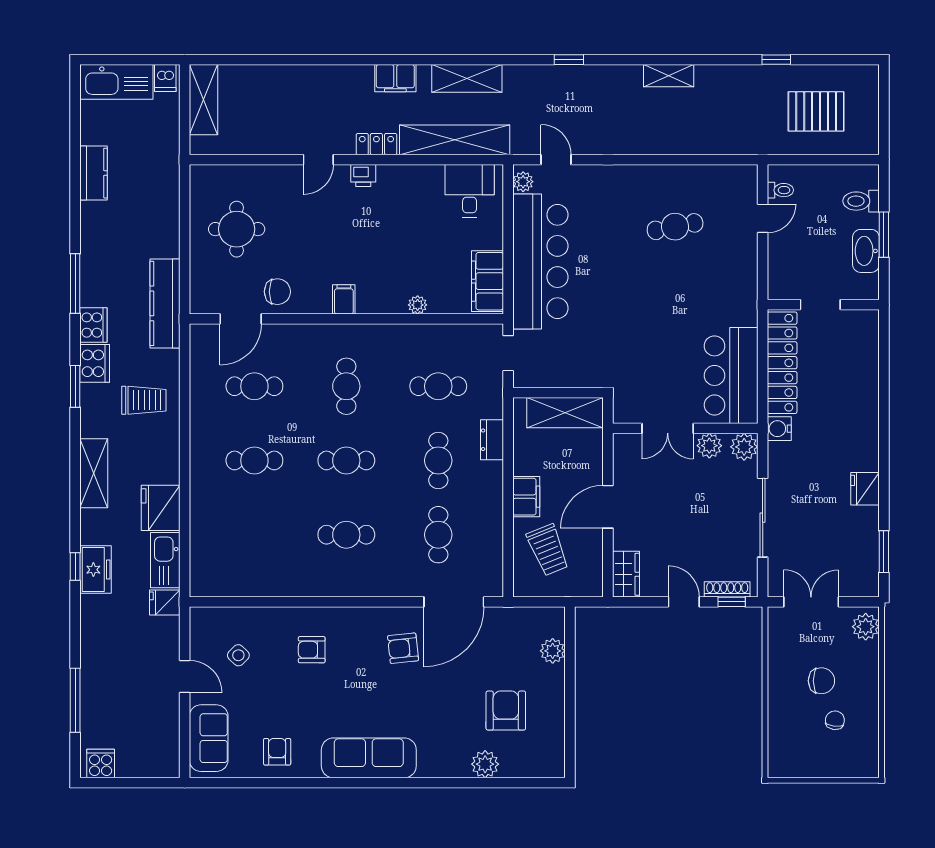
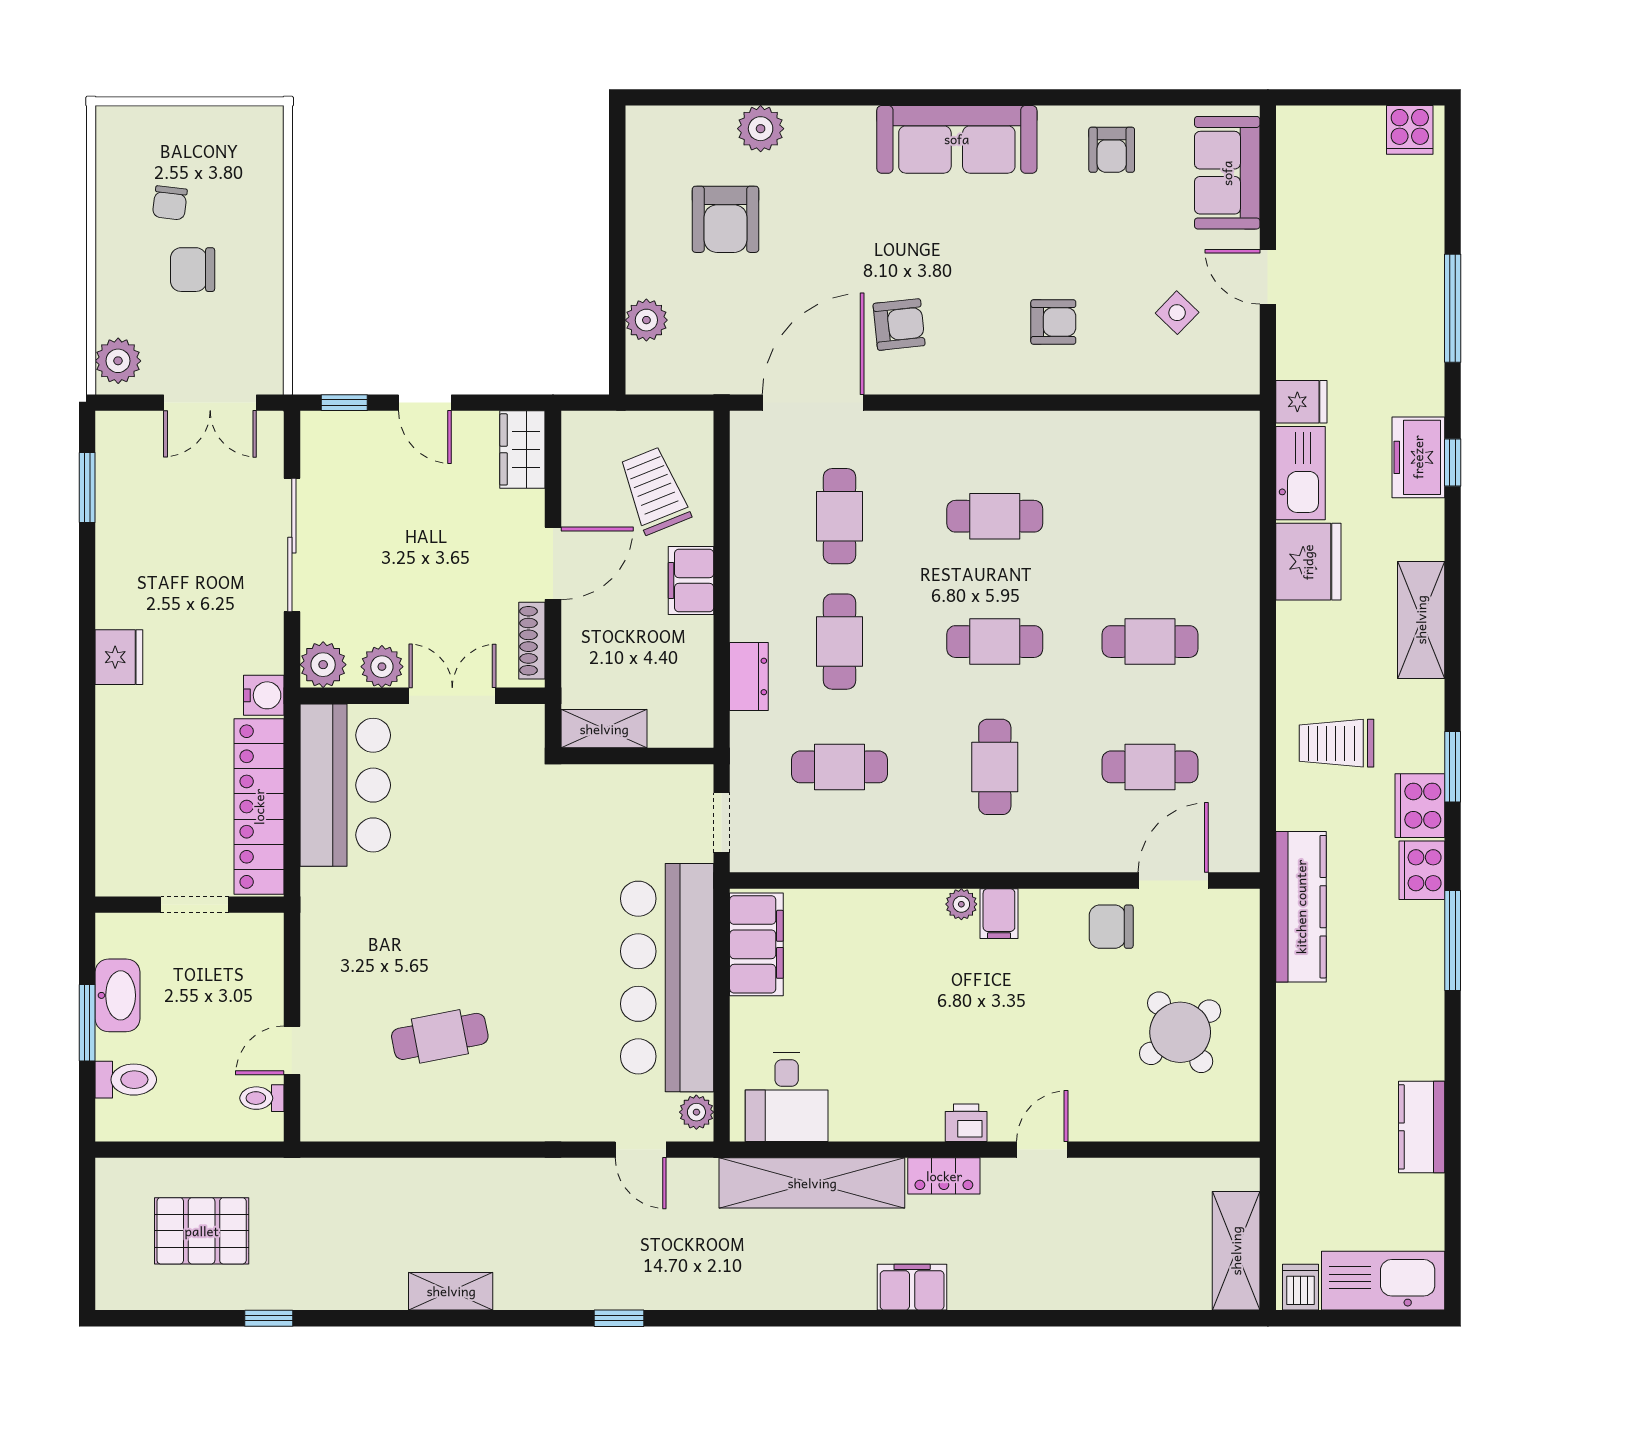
shelving: (467, 78) -> (791, 1287), removed
round table: (237, 229) -> (1180, 1032), turned -36
plant: (418, 305) -> (961, 904), moved
shelving: (565, 413) -> (604, 729), width x0.67, depth x0.75
fridge: (865, 489) -> (119, 657), moved
shoe rack: (727, 589) -> (532, 641), moved, turned 90
window: (75, 700) -> (1453, 308), moved

